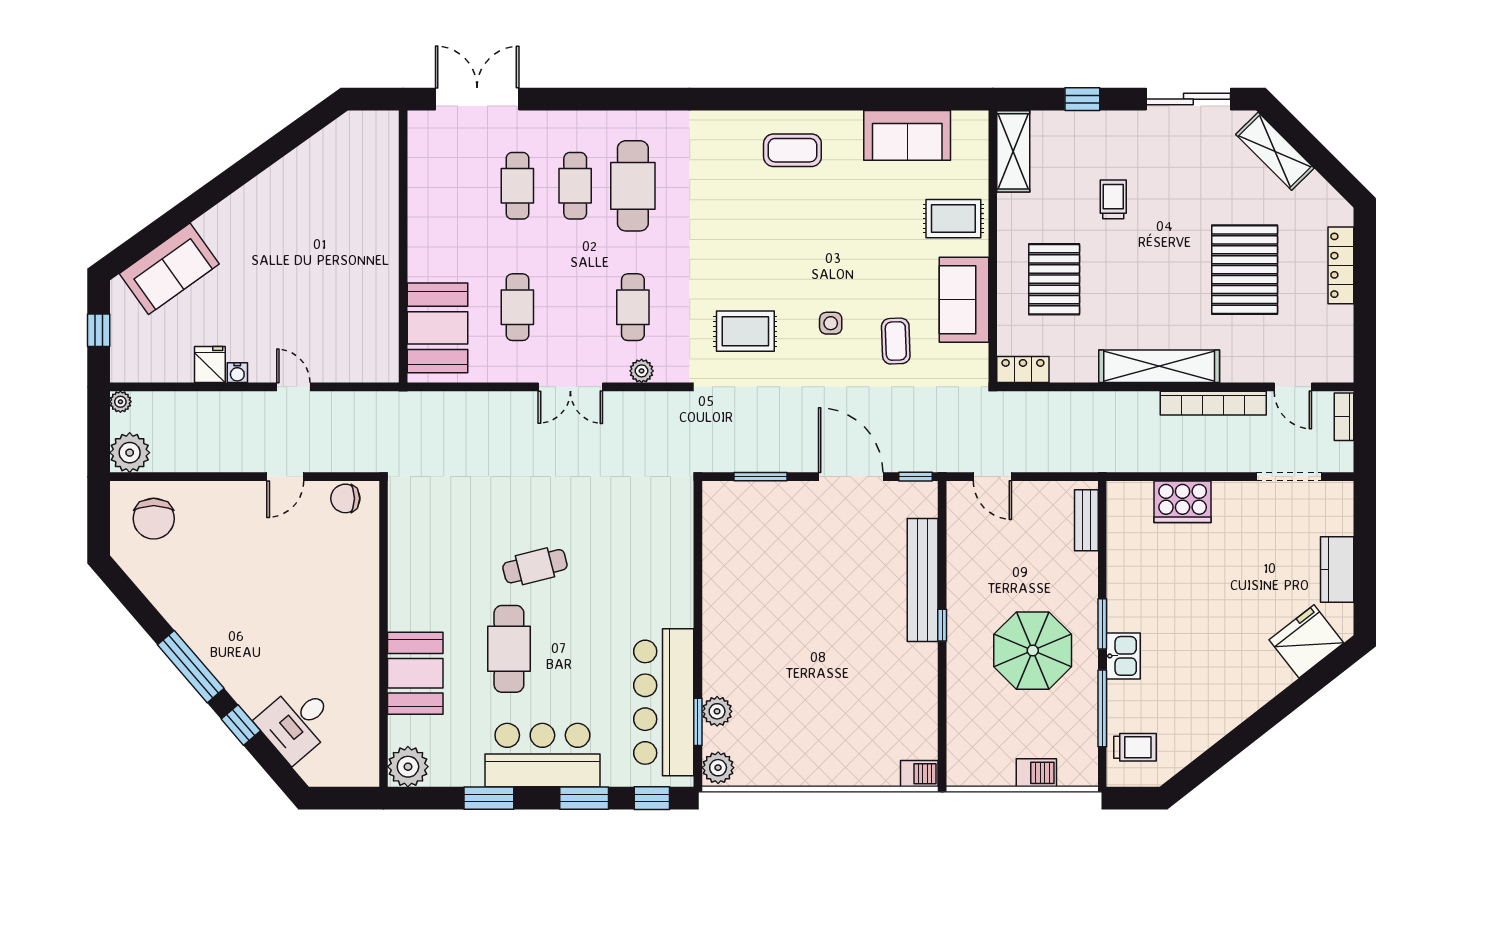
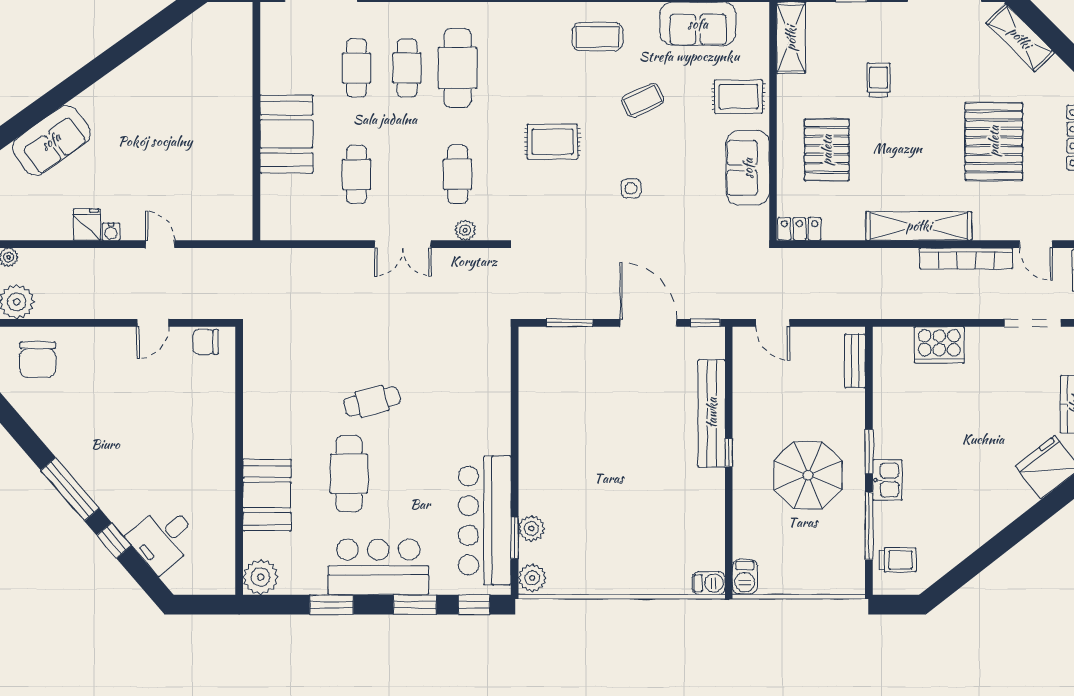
booth: (437, 328) -> (286, 134), moved
rug: (745, 331) -> (552, 142), moved
coffee table: (896, 341) -> (643, 100), moved, turned 67
barbecue: (1036, 773) -> (745, 577), moved, turned 90

